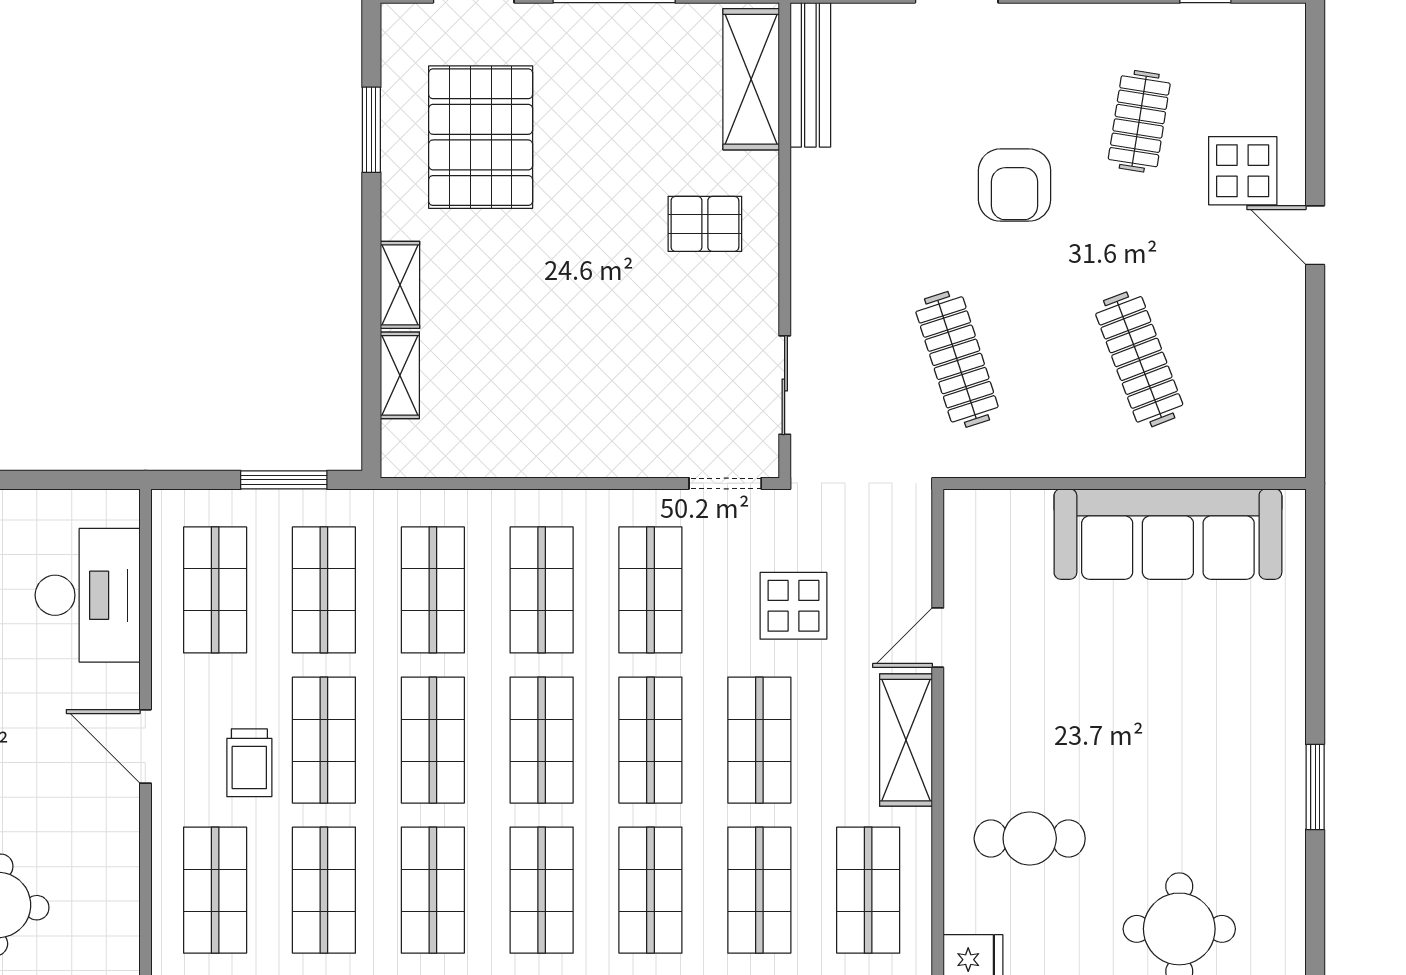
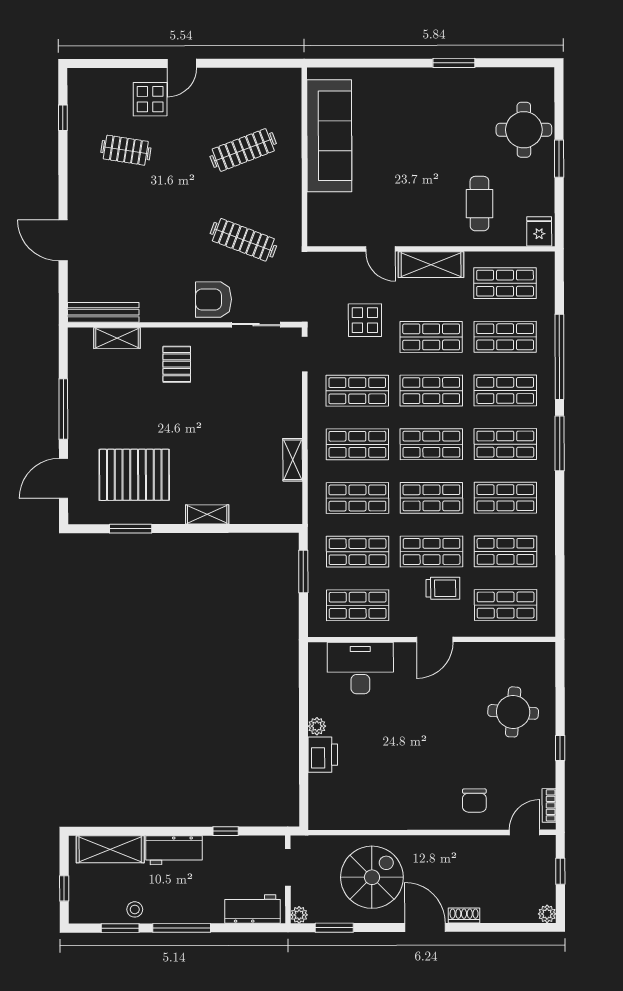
shelving: (751, 79) -> (117, 338), width x0.67, depth x0.75
armchair: (1015, 185) -> (213, 300), moved, turned 180
clothes rail: (957, 359) -> (243, 240), turned 39
shelving: (400, 375) -> (293, 460), moved, turned 90

